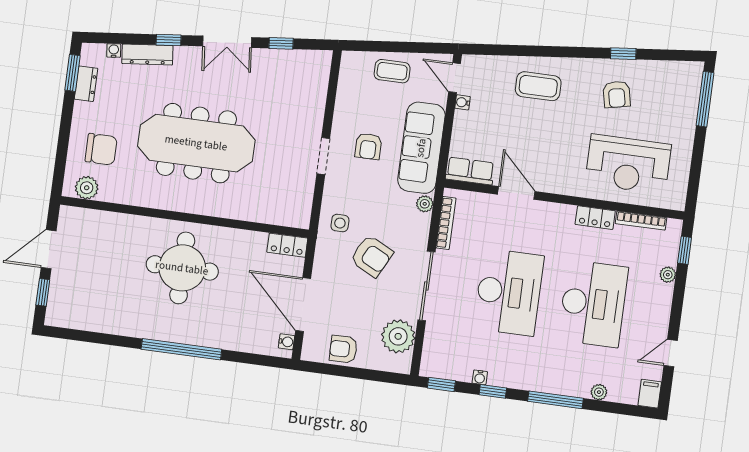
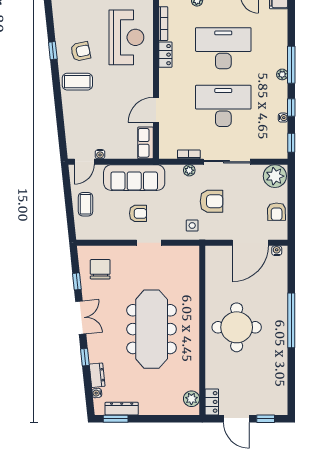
dresser: (147, 55) -> (97, 375), width x0.70
dresser: (86, 84) -> (122, 409), width x1.44
coffee table: (538, 86) -> (77, 82), moved, turned 90
chair: (101, 149) -> (100, 269), moved
plant: (425, 204) -> (189, 170), moved
bookcase: (446, 223) -> (189, 154), width x0.64
locker: (287, 245) -> (212, 402), moved
armchair: (372, 256) -> (212, 201), turned 63
plant: (398, 336) -> (275, 176), moved
plant: (599, 392) -> (282, 74), moved

